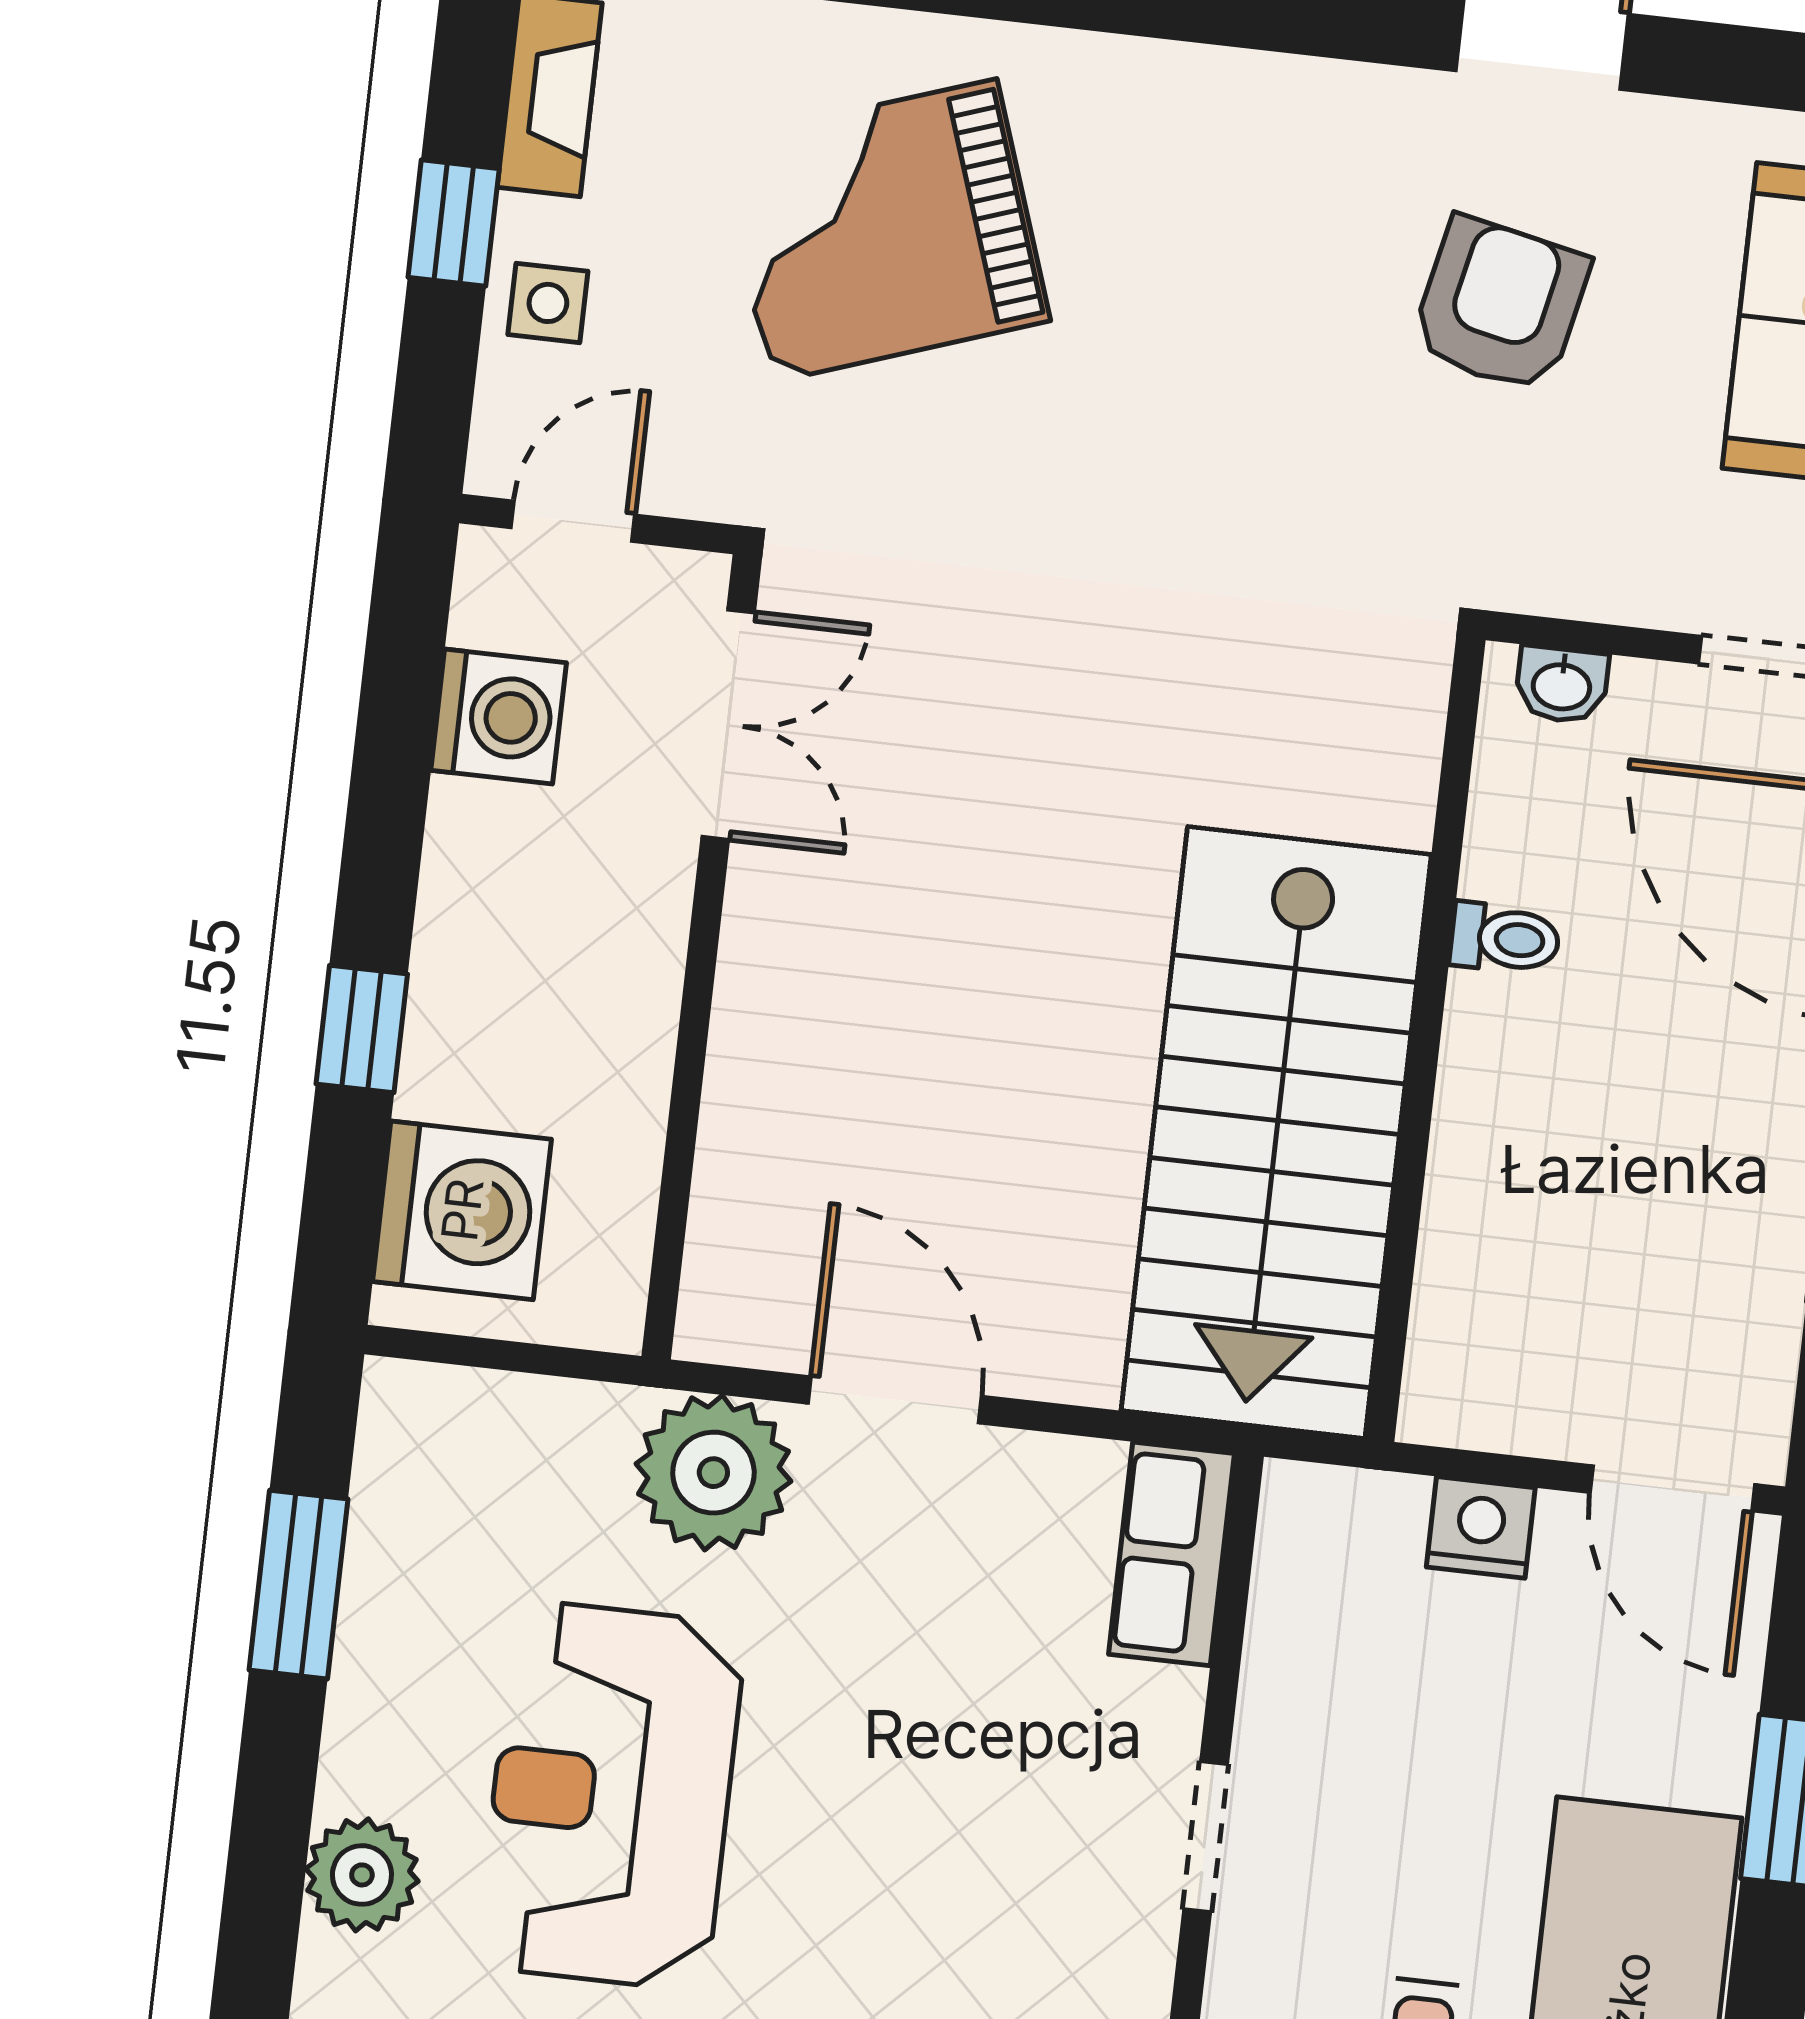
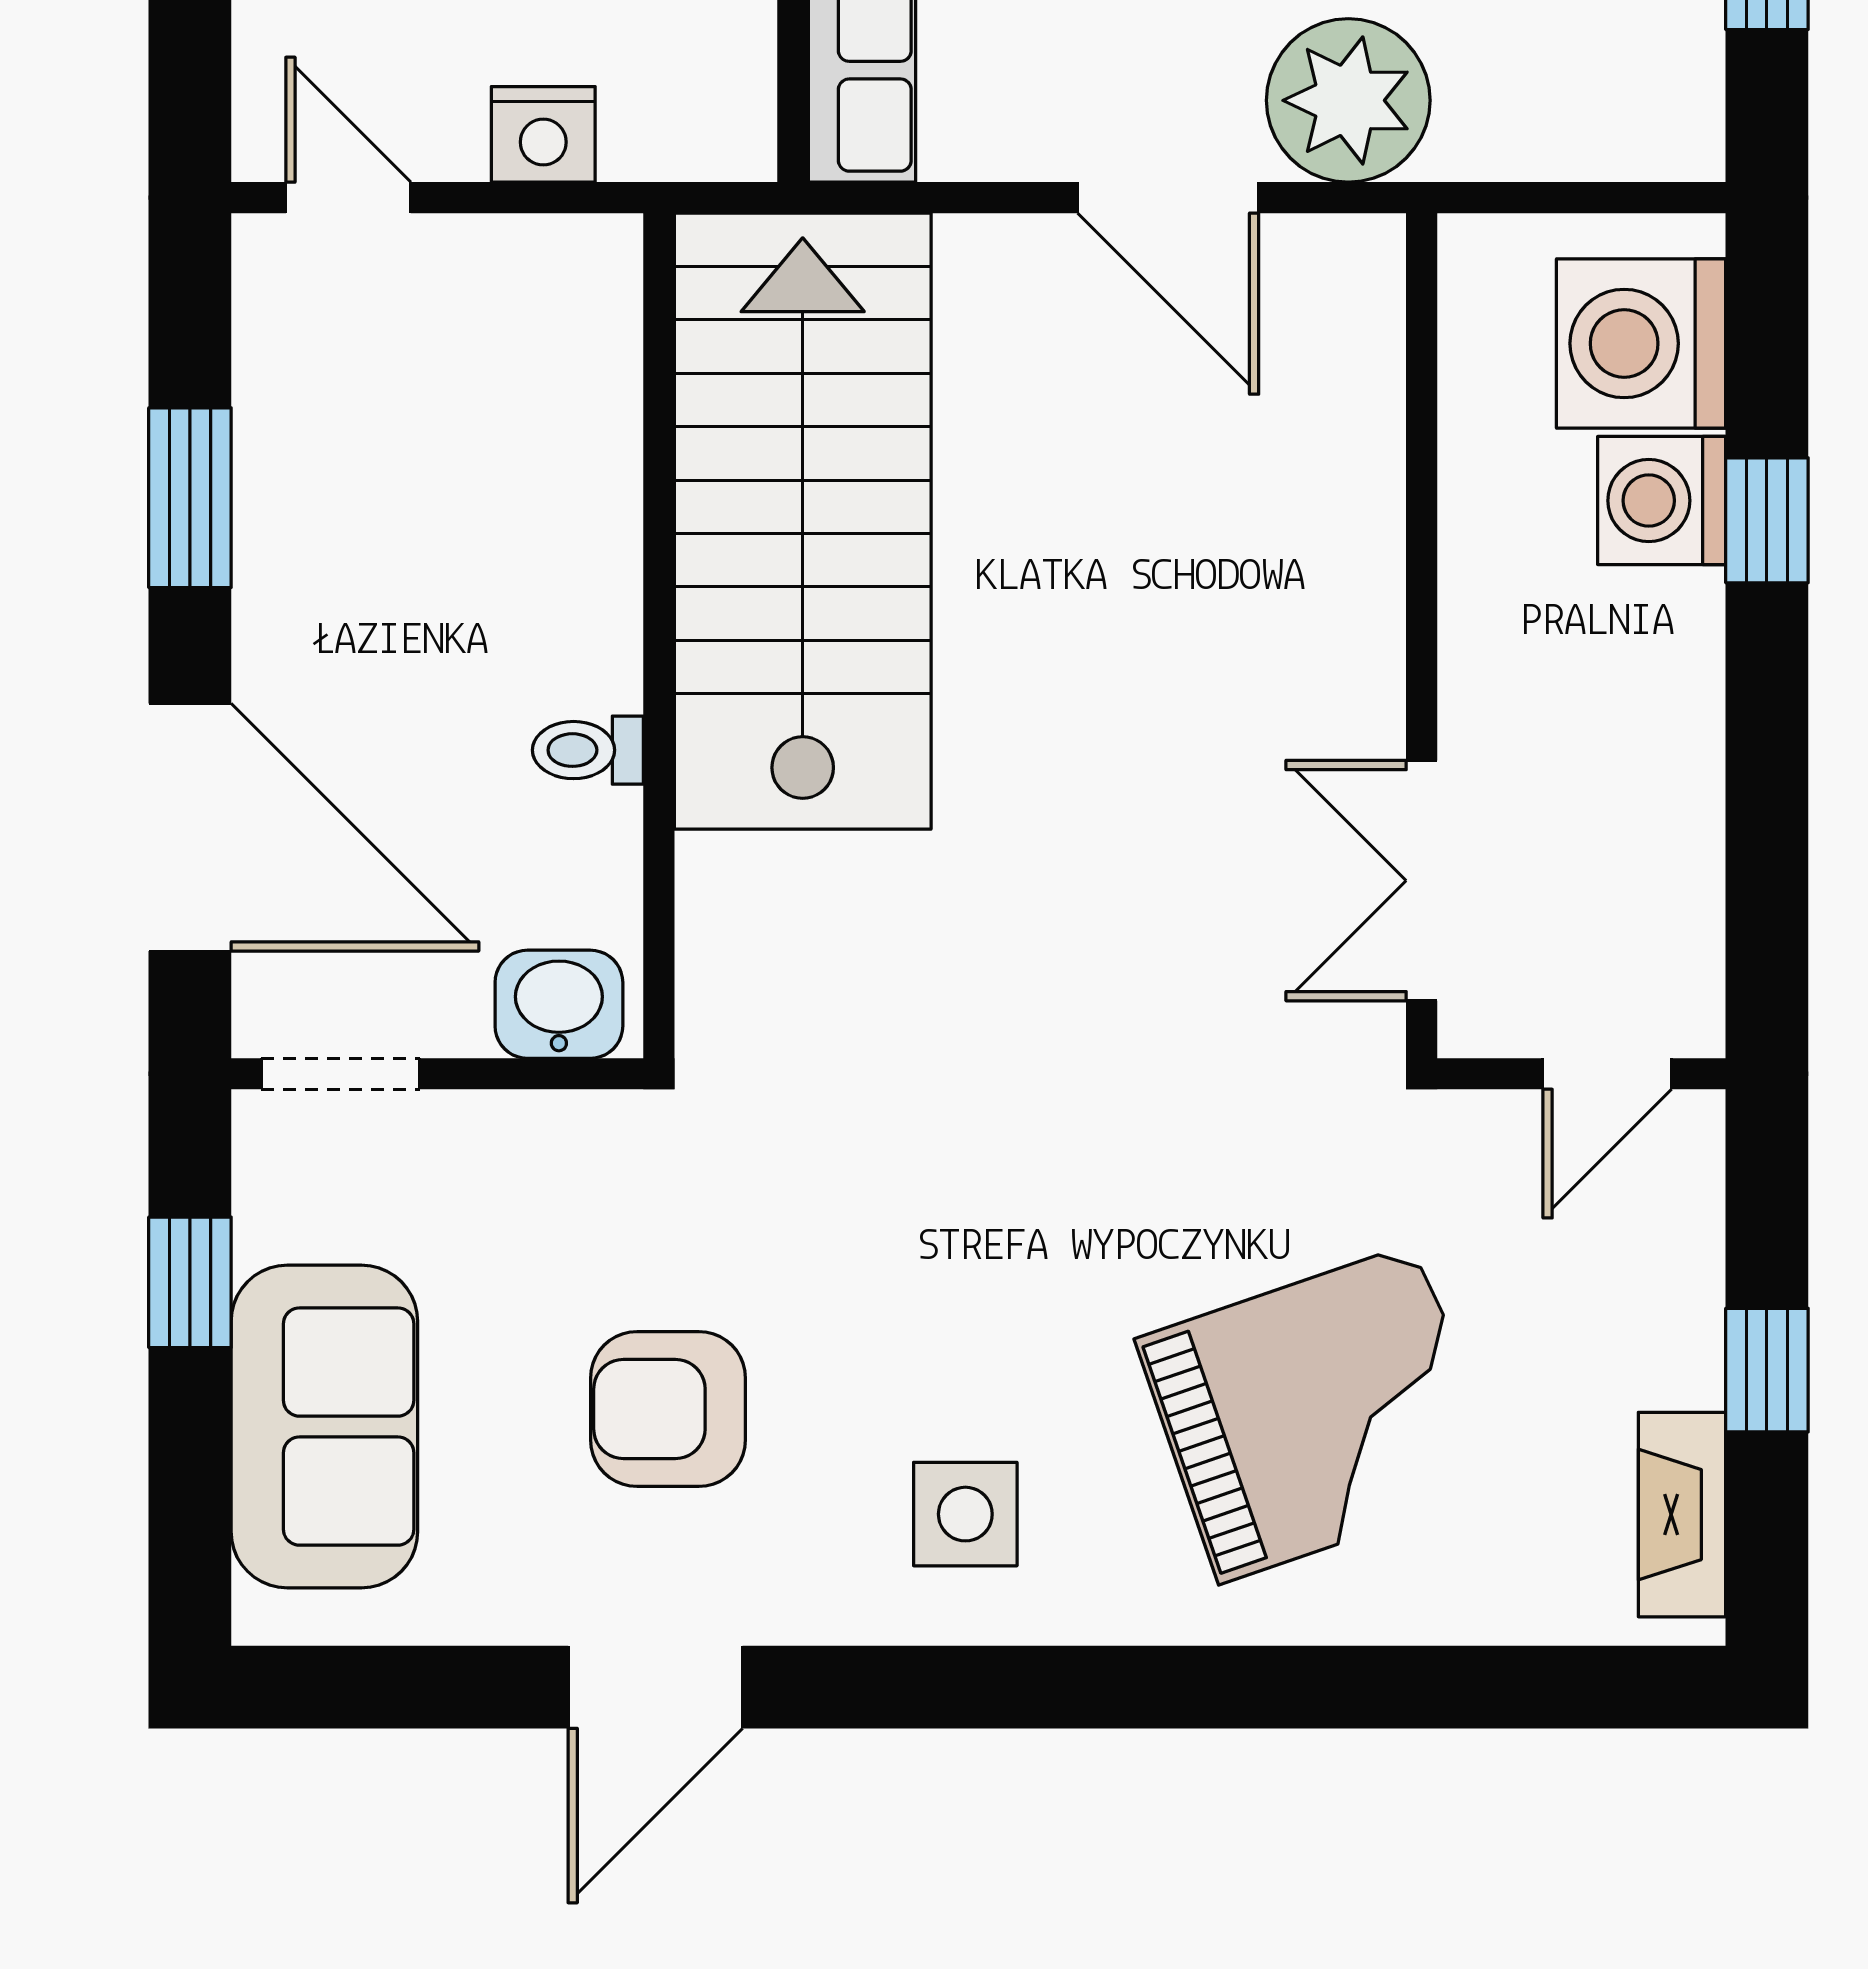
side table: (548, 303) -> (965, 1514), moved, width x1.37, depth x1.37
armchair: (1500, 305) -> (668, 1409), turned 78
washbasin: (1562, 685) -> (559, 1004), width x1.38, depth x1.45
washing machine: (499, 717) -> (1662, 501), moved
door: (1672, 1488) -> (348, 198), width x0.73

